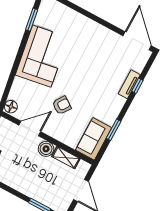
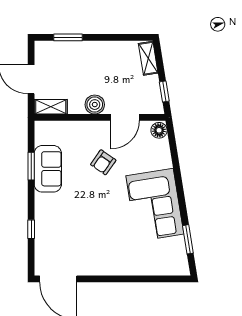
tv unit: (129, 84) -> (41, 226), removed
sofa: (94, 139) -> (48, 169), moved
shelving: (66, 158) -> (51, 107), moved

